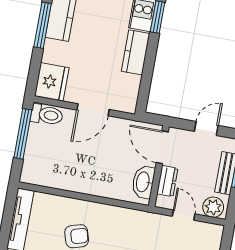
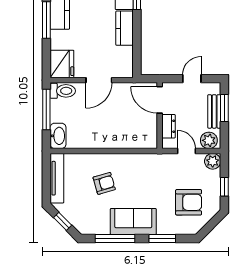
washbasin: (143, 182) -> (58, 136), moved, turned 180
plant: (213, 233) -> (213, 161), added

